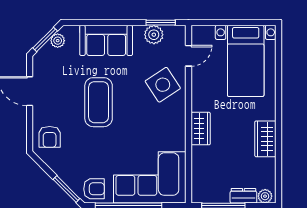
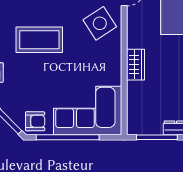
coffee table: (99, 102) -> (39, 40), turned 90

